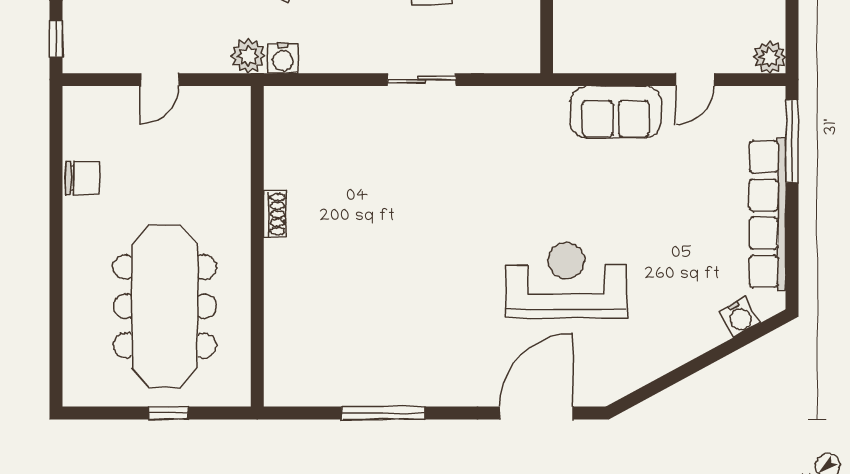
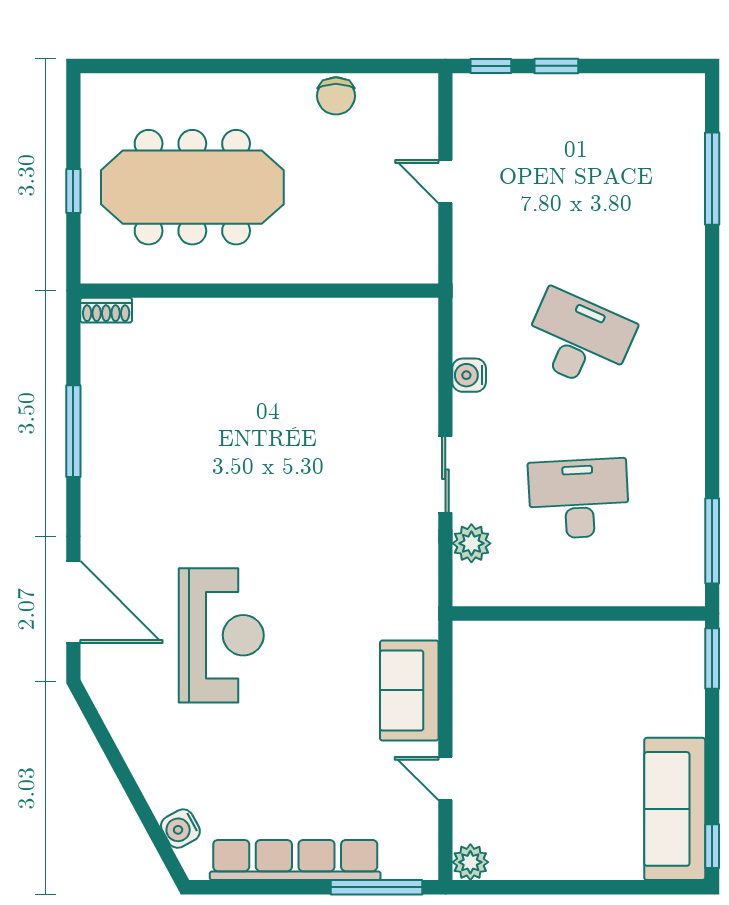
plant: (248, 56) -> (471, 543), moved
water cooler: (283, 58) -> (469, 375), moved
shoe rack: (275, 214) -> (106, 310), moved

